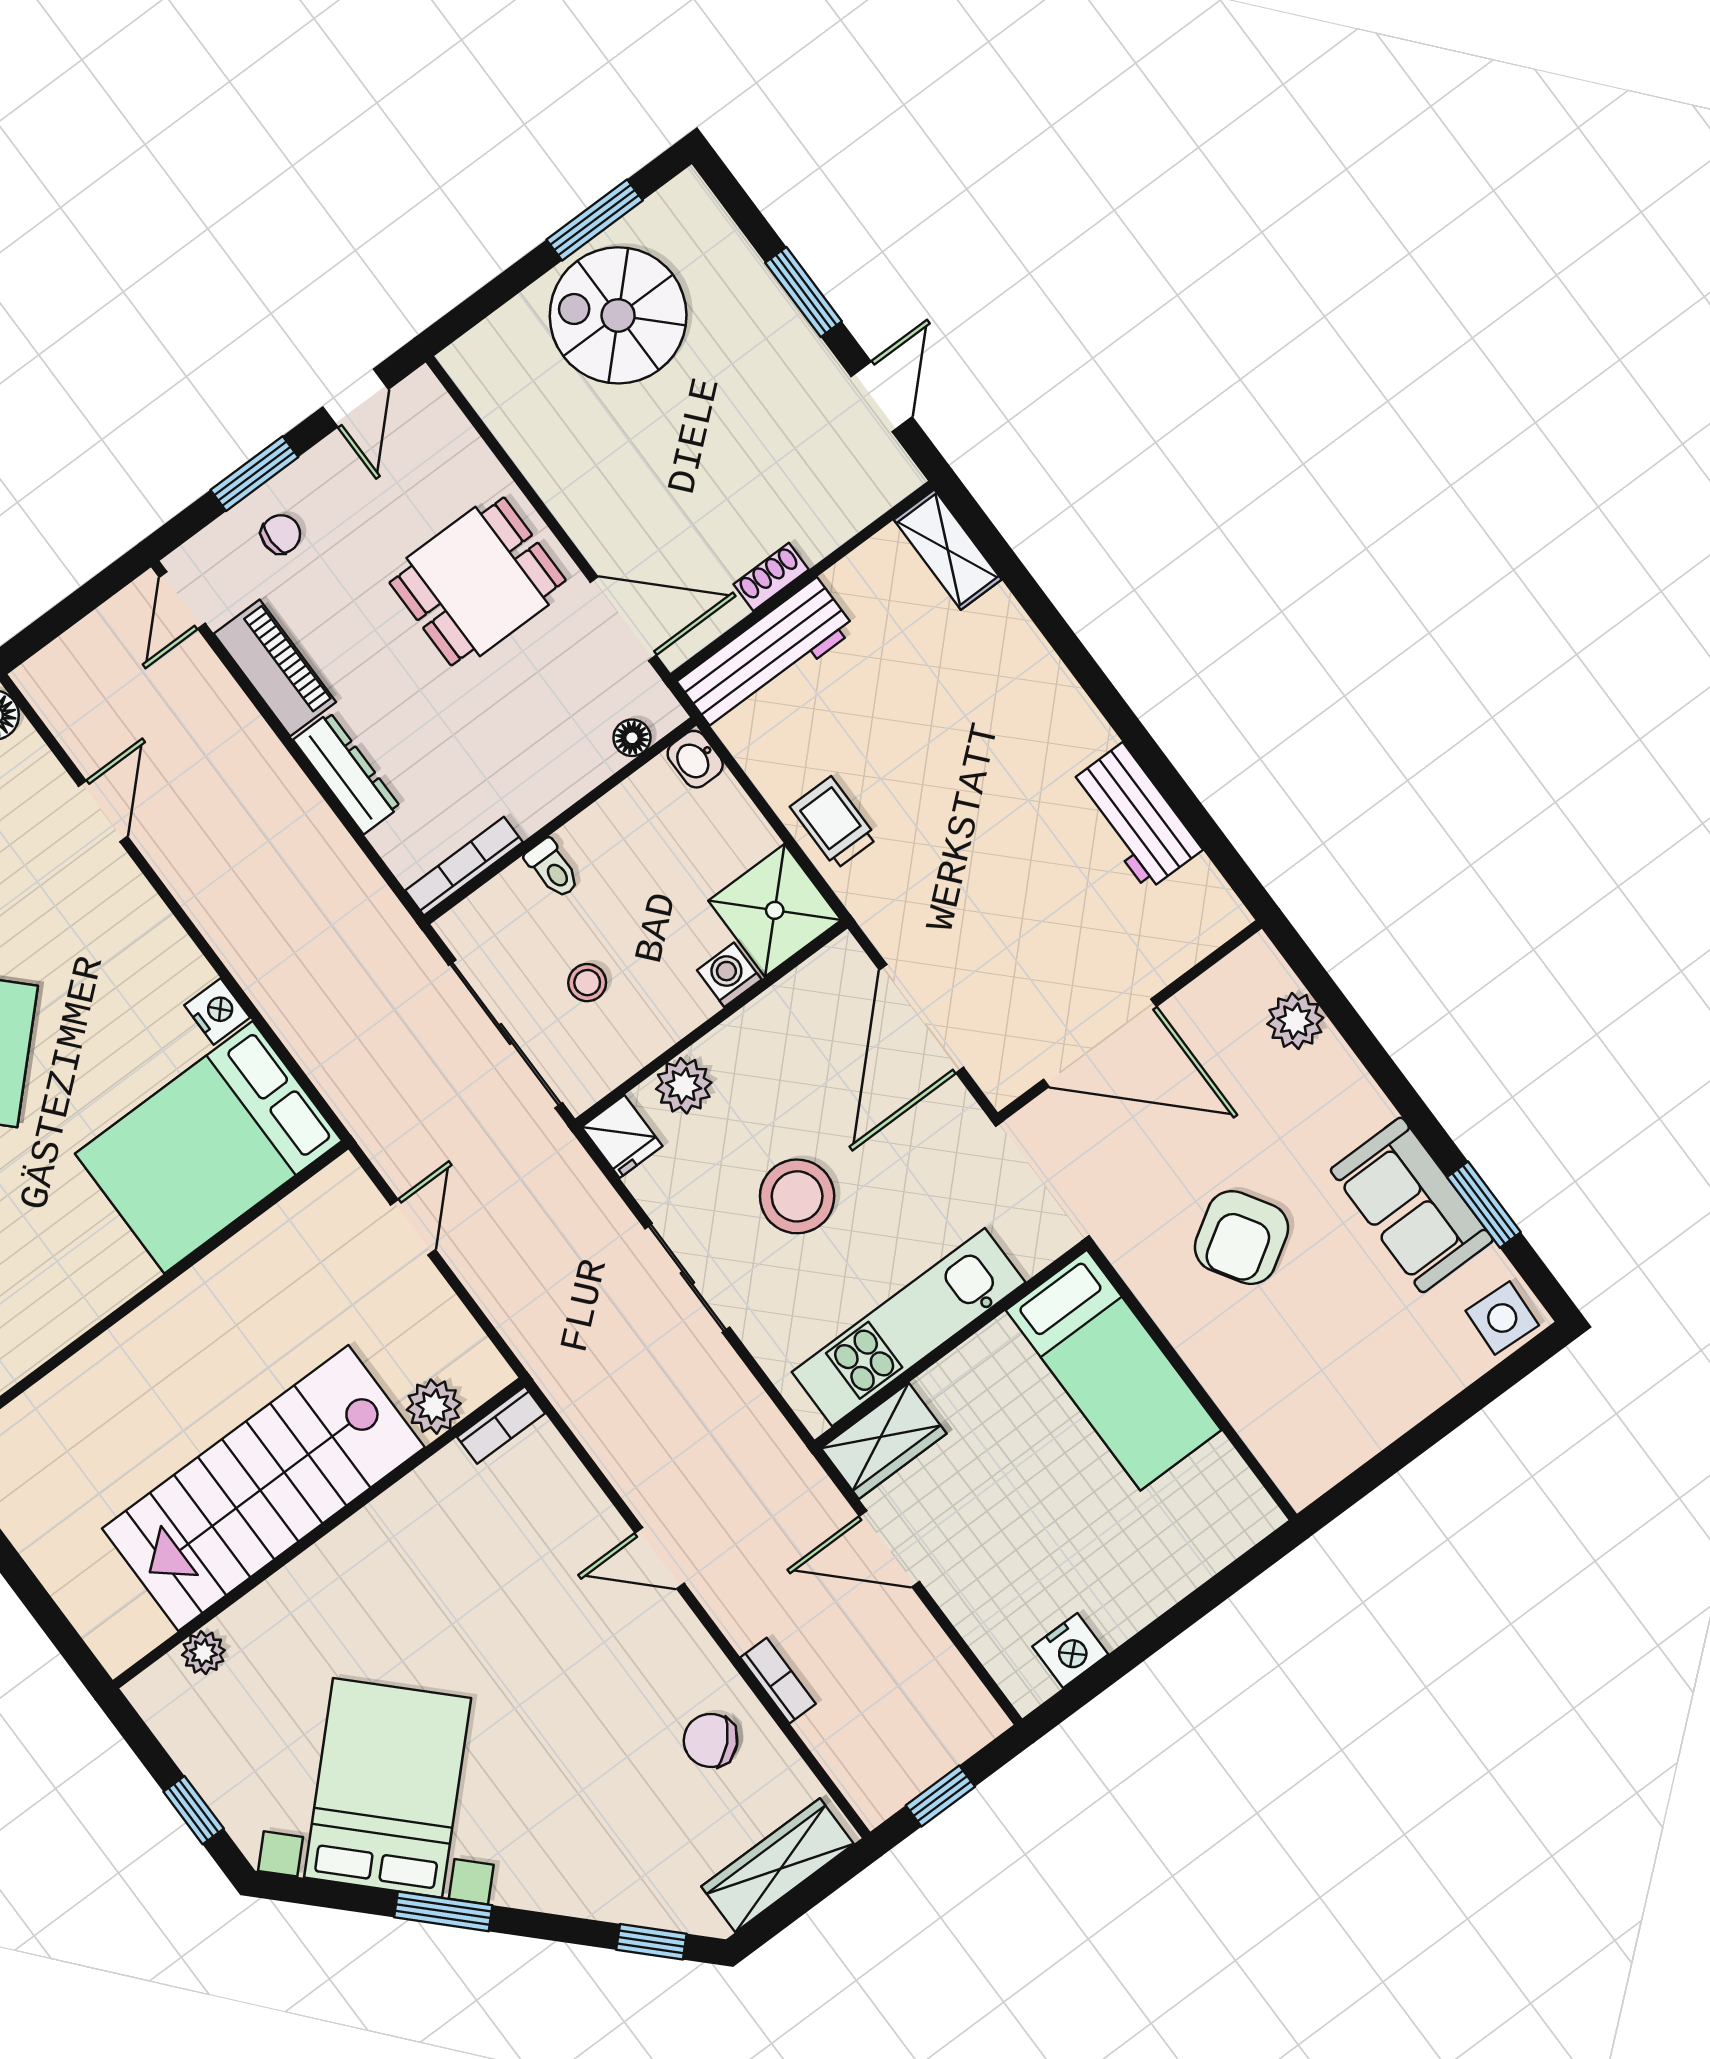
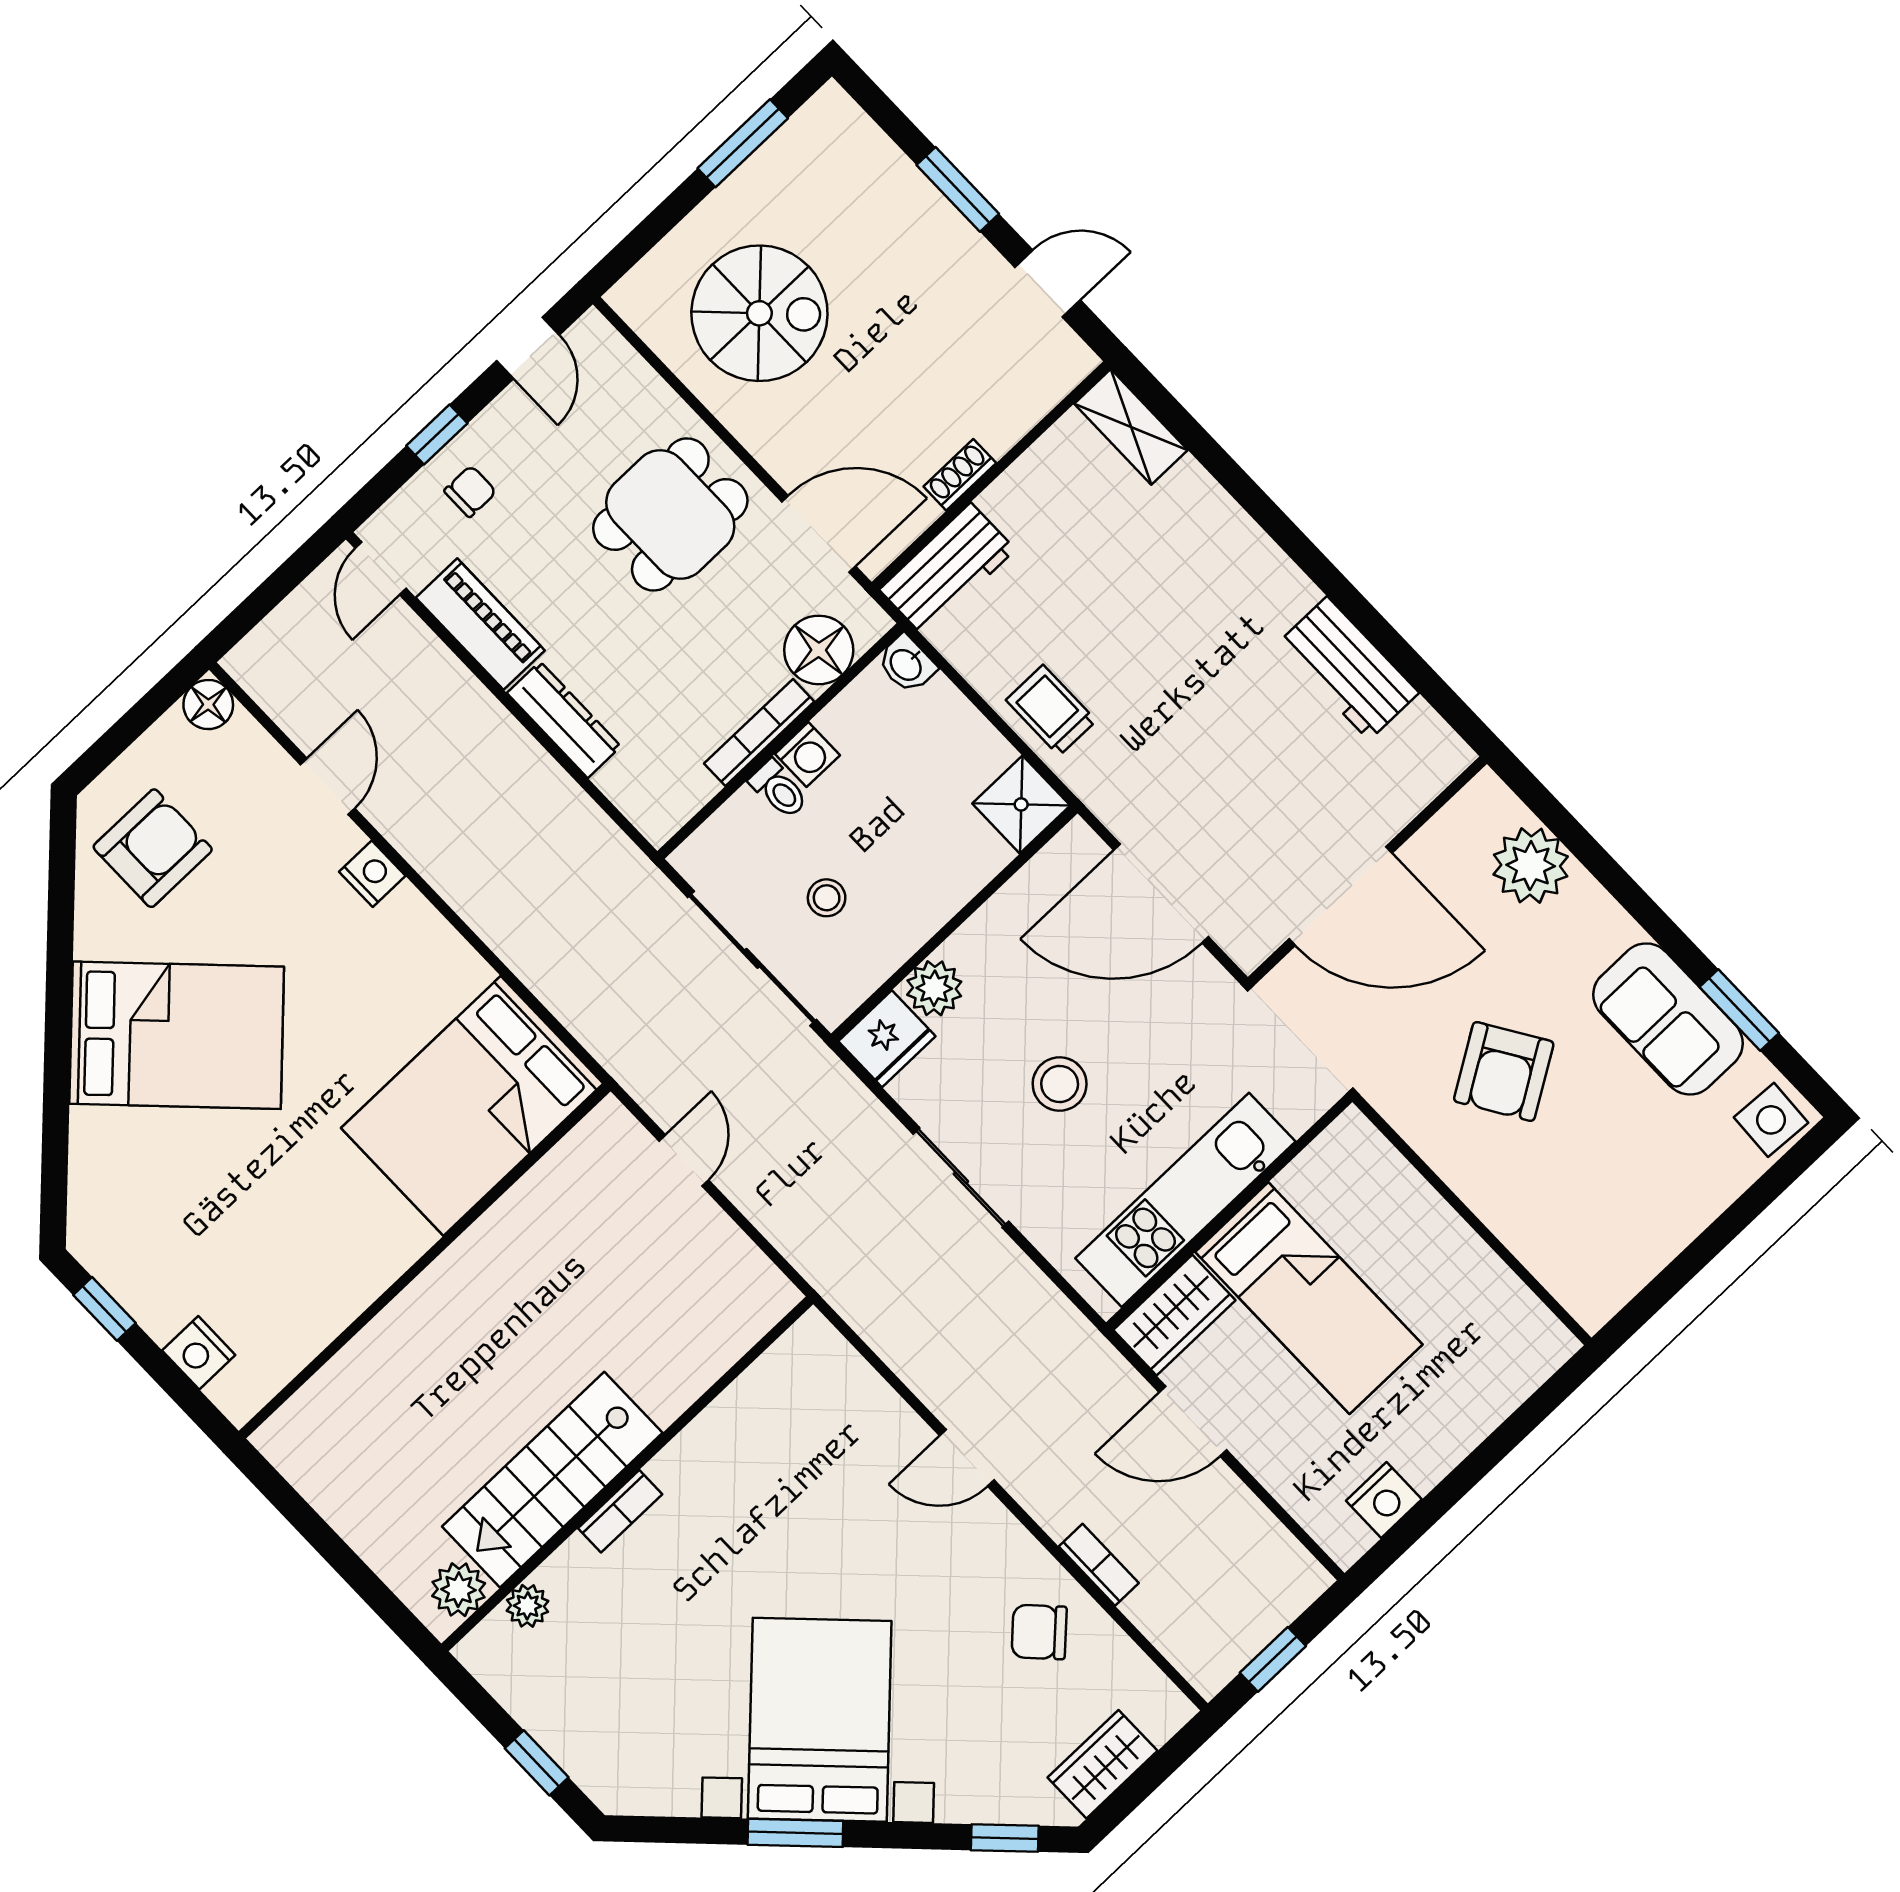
spiral stairs: (618, 315) -> (759, 313), moved, turned 180
door: (882, 397) -> (1047, 284), hinge flipped
window: (254, 474) -> (437, 435), width x0.67
workbench: (766, 655) -> (947, 570), width x0.73
floor lamp: (632, 738) -> (819, 650), width x1.89, depth x1.89
bookcase: (464, 866) -> (759, 732), moved
shower: (775, 910) -> (1021, 804), width x0.73, depth x0.73
washing machine: (729, 975) -> (807, 755), moved, turned 180
nightstand: (217, 1011) -> (372, 874), moved
door: (921, 1019) -> (1161, 894), hinge flipped
plant: (1295, 1021) -> (1531, 866), width x1.36, depth x1.36
fridge: (622, 1137) -> (887, 1039), width x1.38
stool: (797, 1196) -> (1060, 1084), width x0.73, depth x0.73
bed: (1114, 1370) -> (1309, 1298), moved
plant: (434, 1407) -> (459, 1590), moved
bookcase: (501, 1425) -> (620, 1511), moved
stairs: (263, 1488) -> (552, 1480), width x0.73, depth x0.66
bed with nightstands: (388, 1788) -> (820, 1720), moved
wardrobe: (778, 1865) -> (1103, 1764), width x0.67

